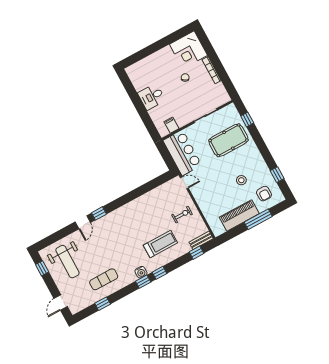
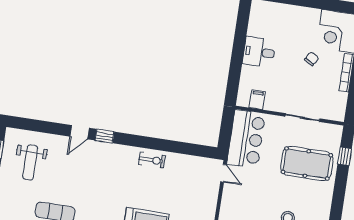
exercise bike: (182, 215) -> (152, 160), moved
weight bench: (67, 262) -> (30, 162), width x0.73, depth x0.75

